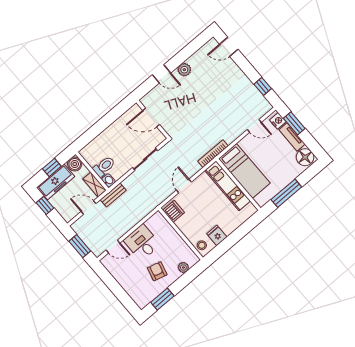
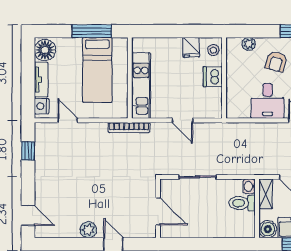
window: (294, 123) -> (28, 91), removed
bed: (244, 171) -> (97, 70), moved, turned 180
door: (184, 186) -> (183, 120), hinge flipped
bench: (113, 195) -> (256, 169), removed
dishwasher: (174, 211) -> (213, 77), moved

